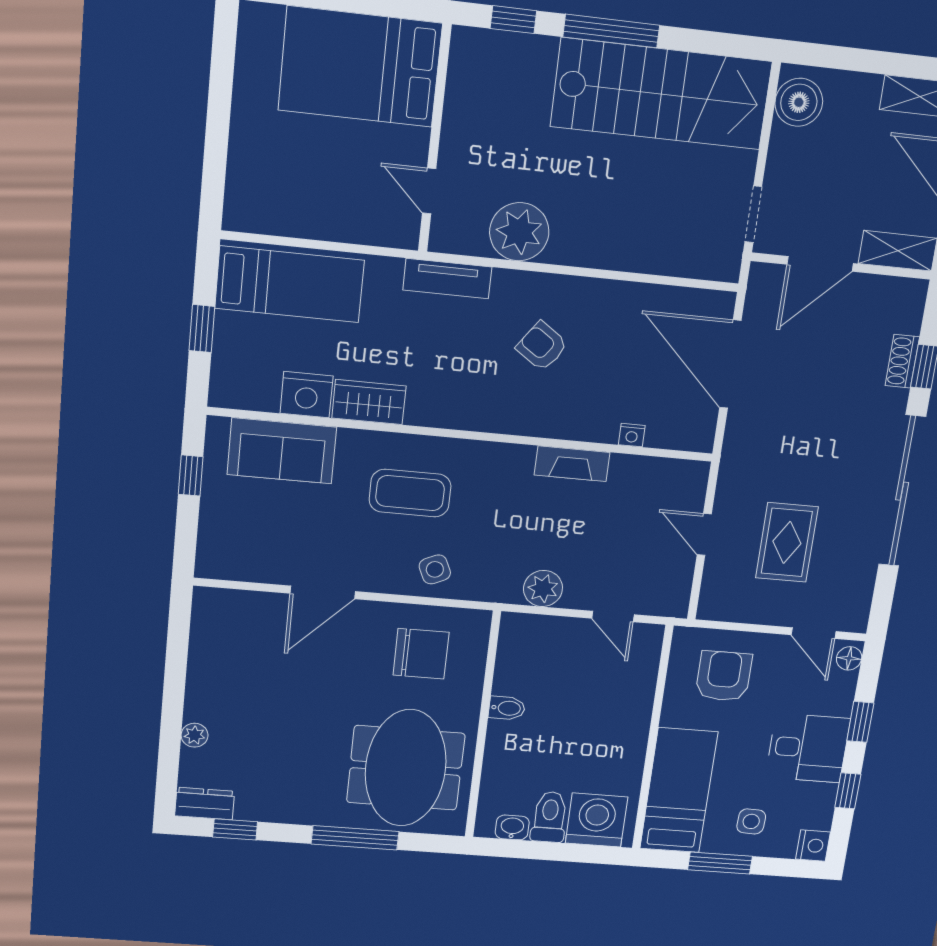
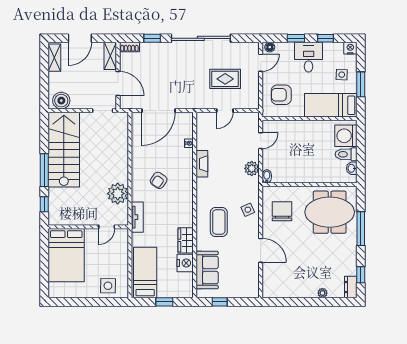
side table: (261, 177) -> (108, 286), added
shoe rack: (902, 361) -> (129, 47), moved
bidet: (507, 708) -> (267, 176), moved

